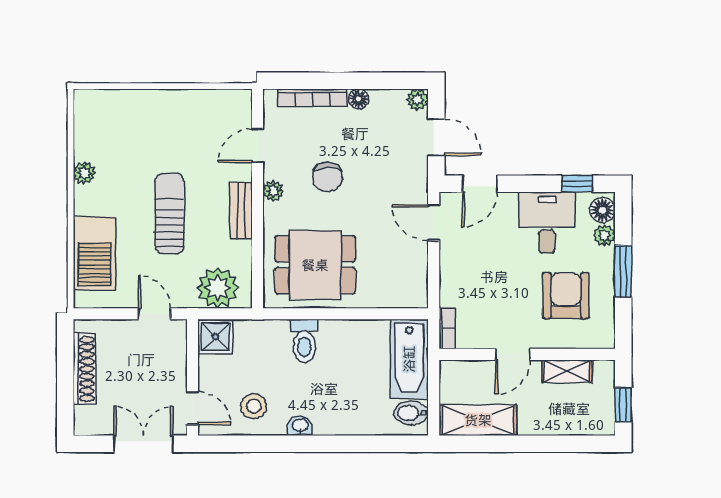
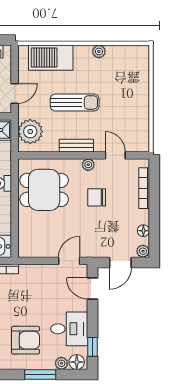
floor lamp: (359, 99) -> (143, 231), moved
dining table: (315, 265) -> (44, 190), turned 90

